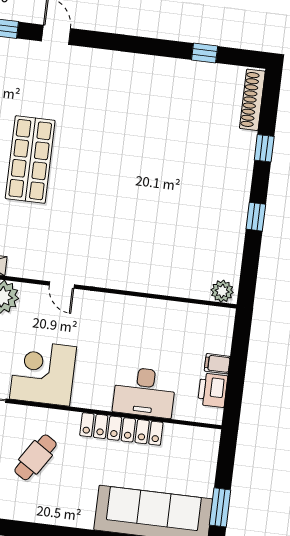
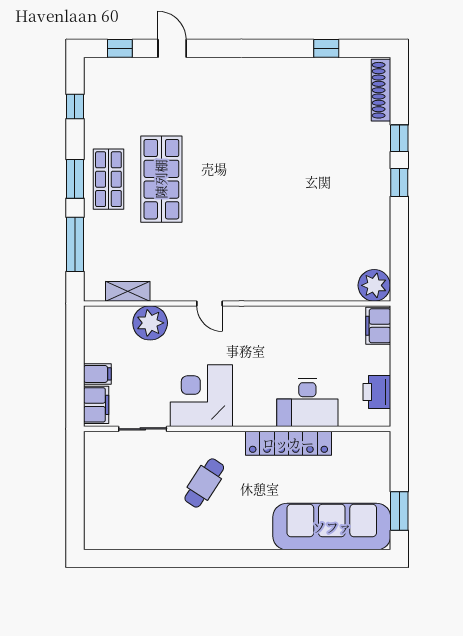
window: (256, 217) -> (399, 183), moved
plant: (222, 291) -> (374, 285), width x1.36, depth x1.36
filing cabinet: (217, 364) -> (378, 326), moved, width x2.00

